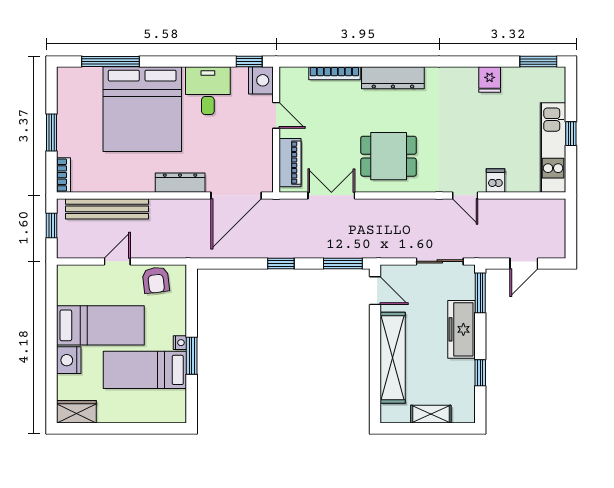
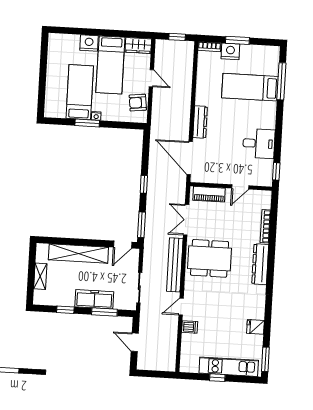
nightstand: (261, 80) -> (230, 51), moved, turned 180
bed: (142, 109) -> (250, 87), width x0.49
kitchen unit: (553, 147) -> (229, 367), moved
dining table: (389, 156) -> (210, 258), width x1.38
double door: (331, 195) -> (186, 220), swing flipped
bench: (107, 209) -> (175, 265), moved
window: (480, 293) -> (104, 312), moved
wardrobe: (76, 412) -> (138, 45), moved, turned 90

